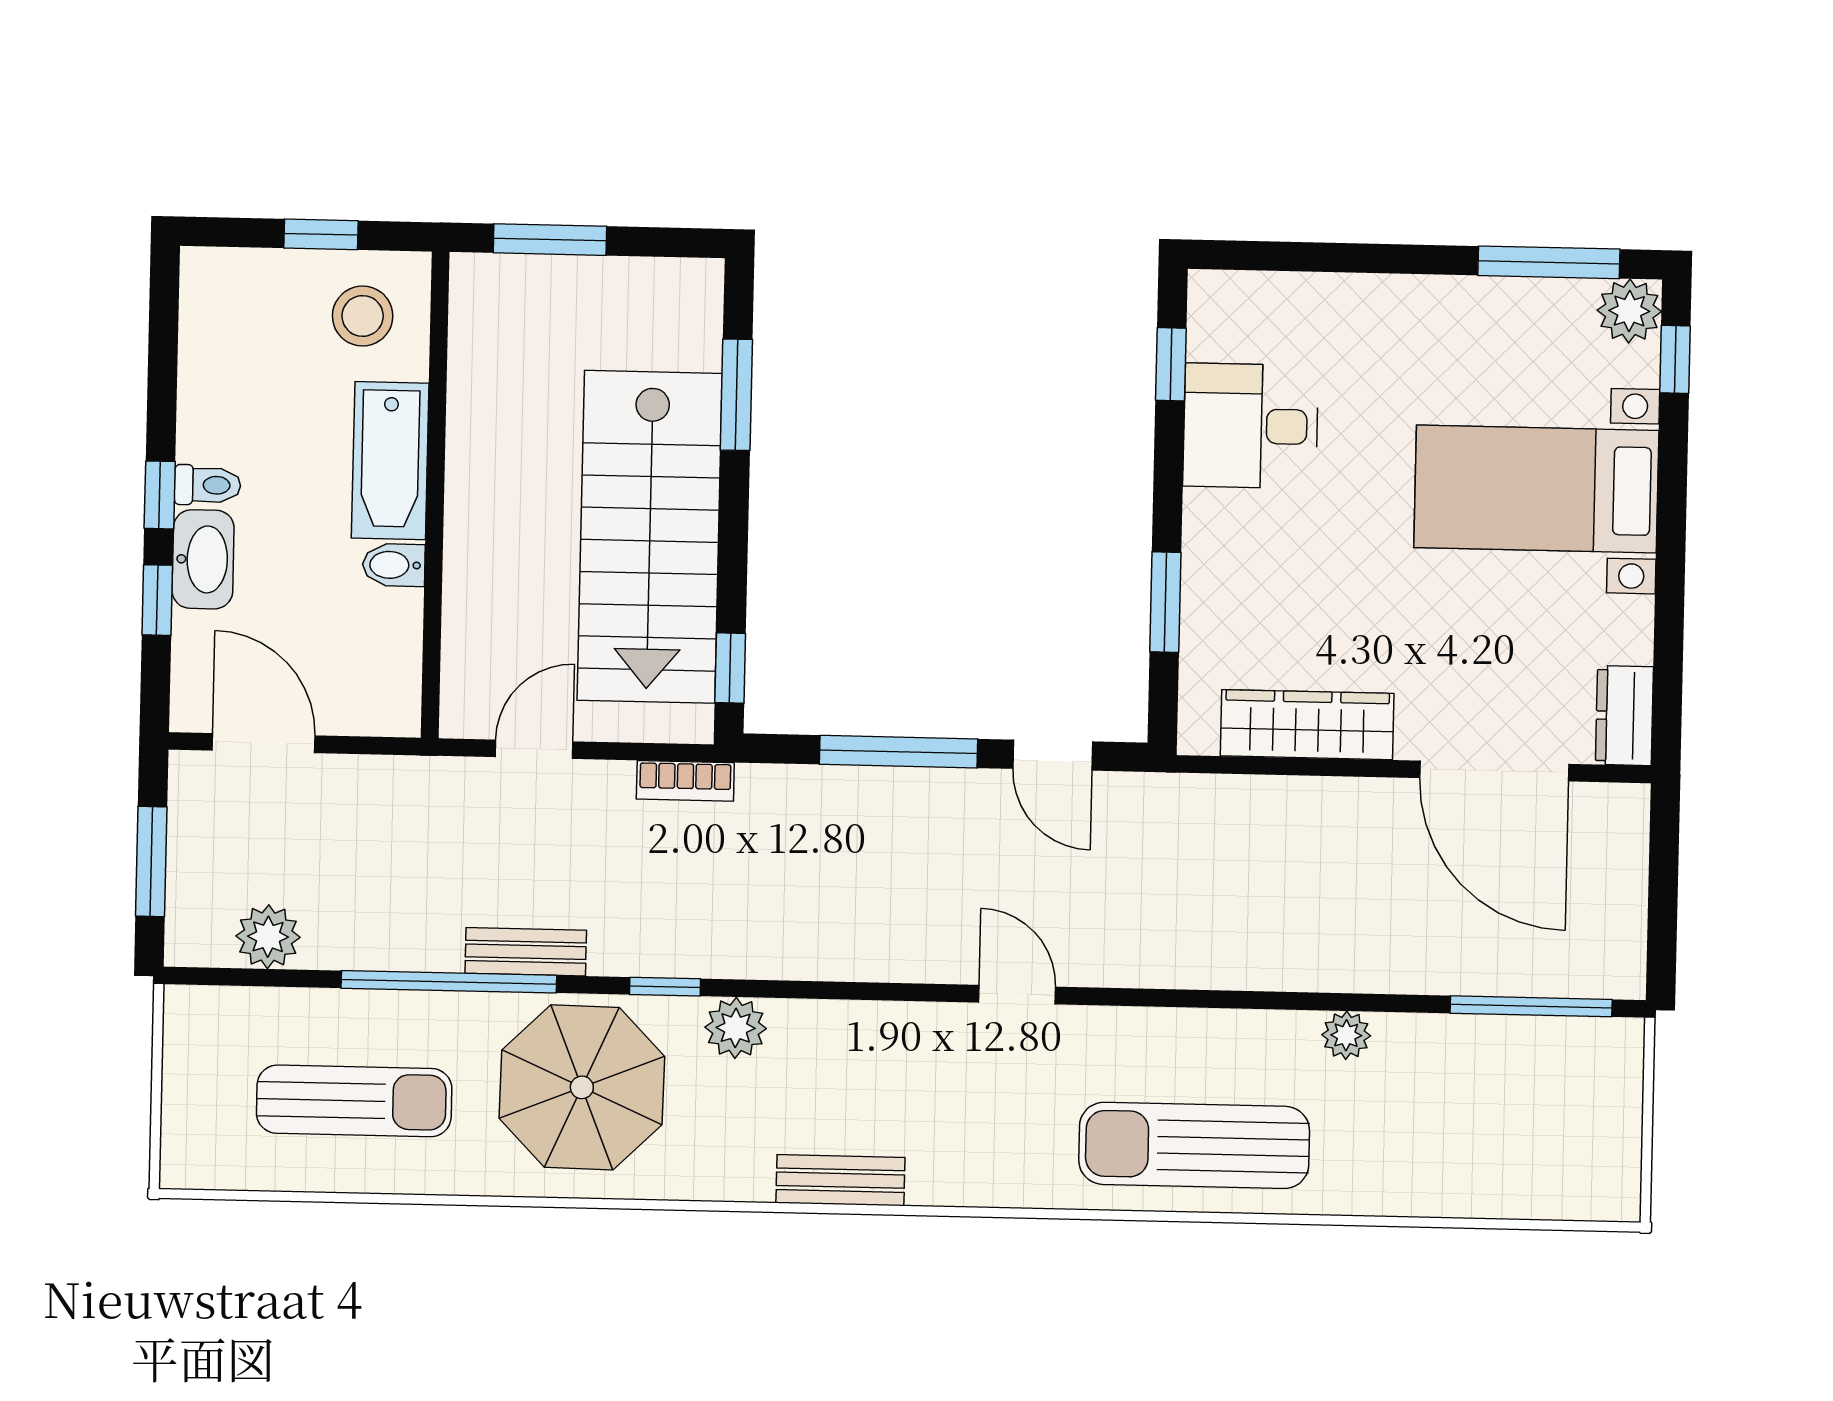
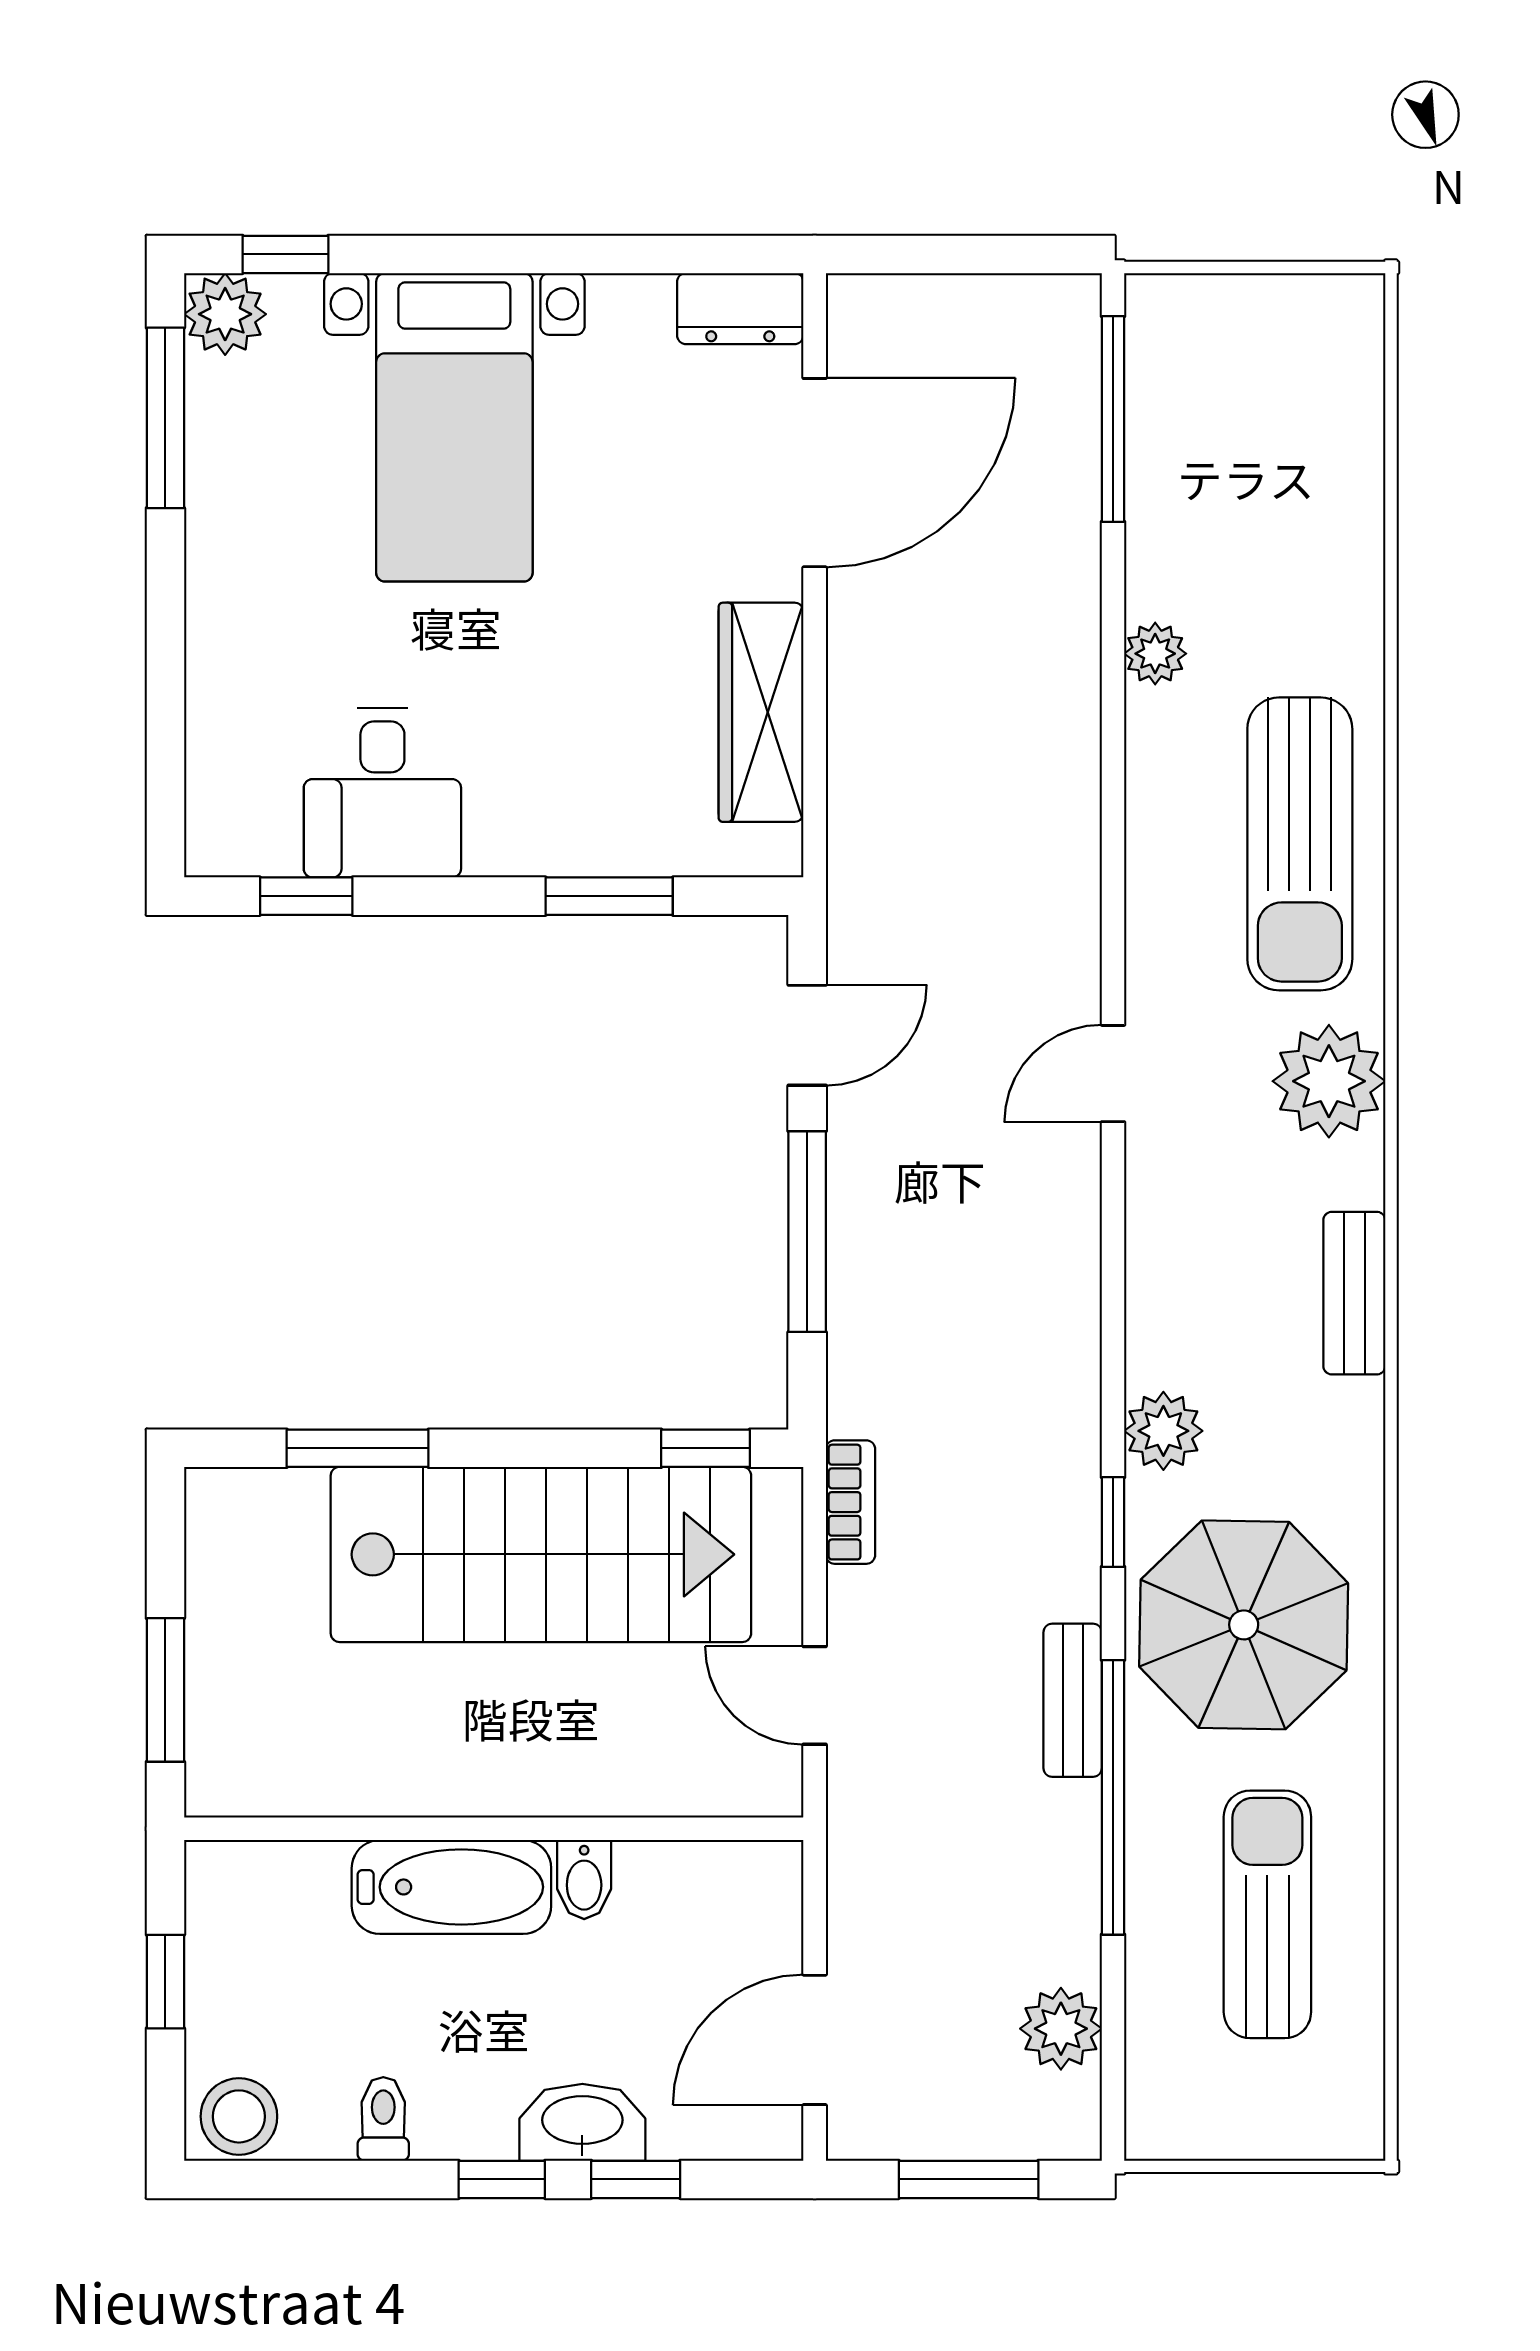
stool: (363, 316) -> (239, 2116), moved
toilet: (207, 485) -> (383, 2119), moved
plant: (1007, 1164) -> (1329, 1081), added

